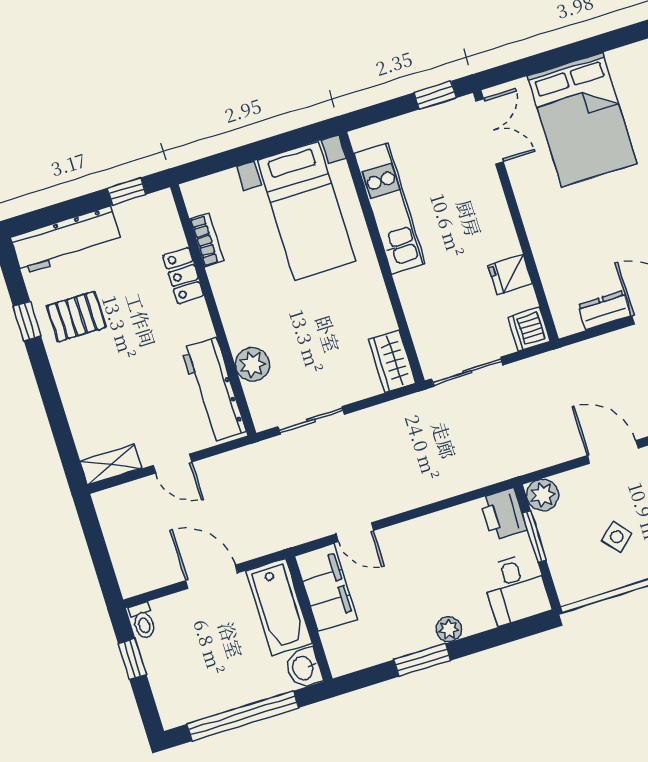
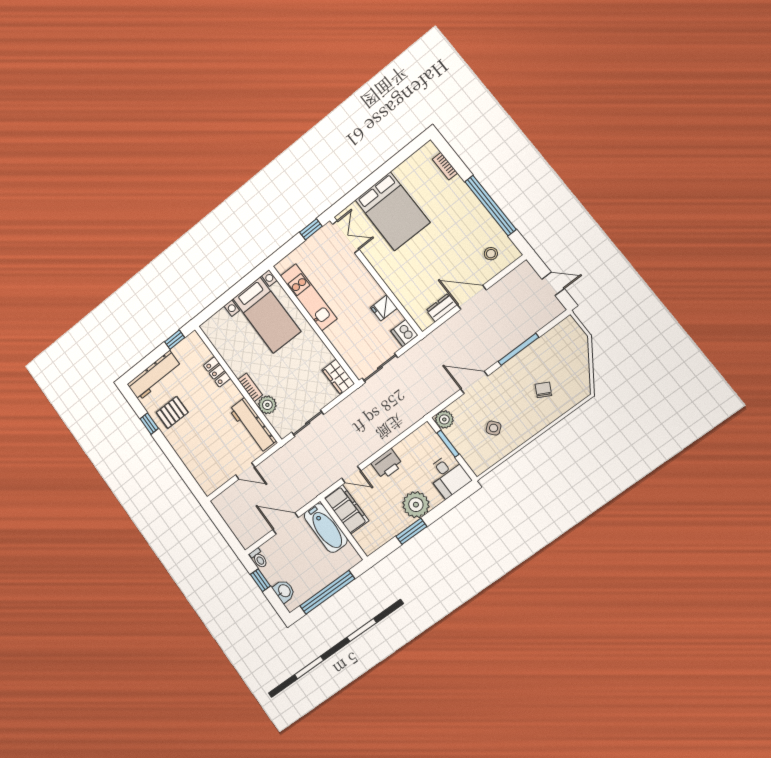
bookcase: (207, 240) -> (250, 387), moved
shelving: (111, 465) -> (215, 482), removed
printer: (503, 514) -> (387, 464), moved, turned -90
plant: (449, 629) -> (416, 505), width x1.88, depth x1.88
washbasin: (304, 668) -> (284, 591), moved, turned 180

